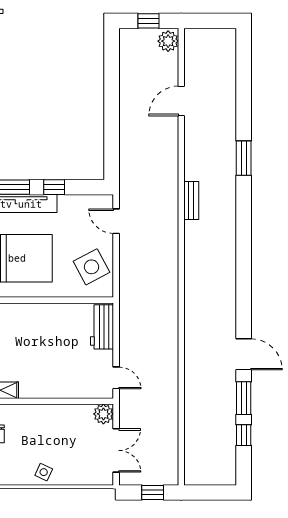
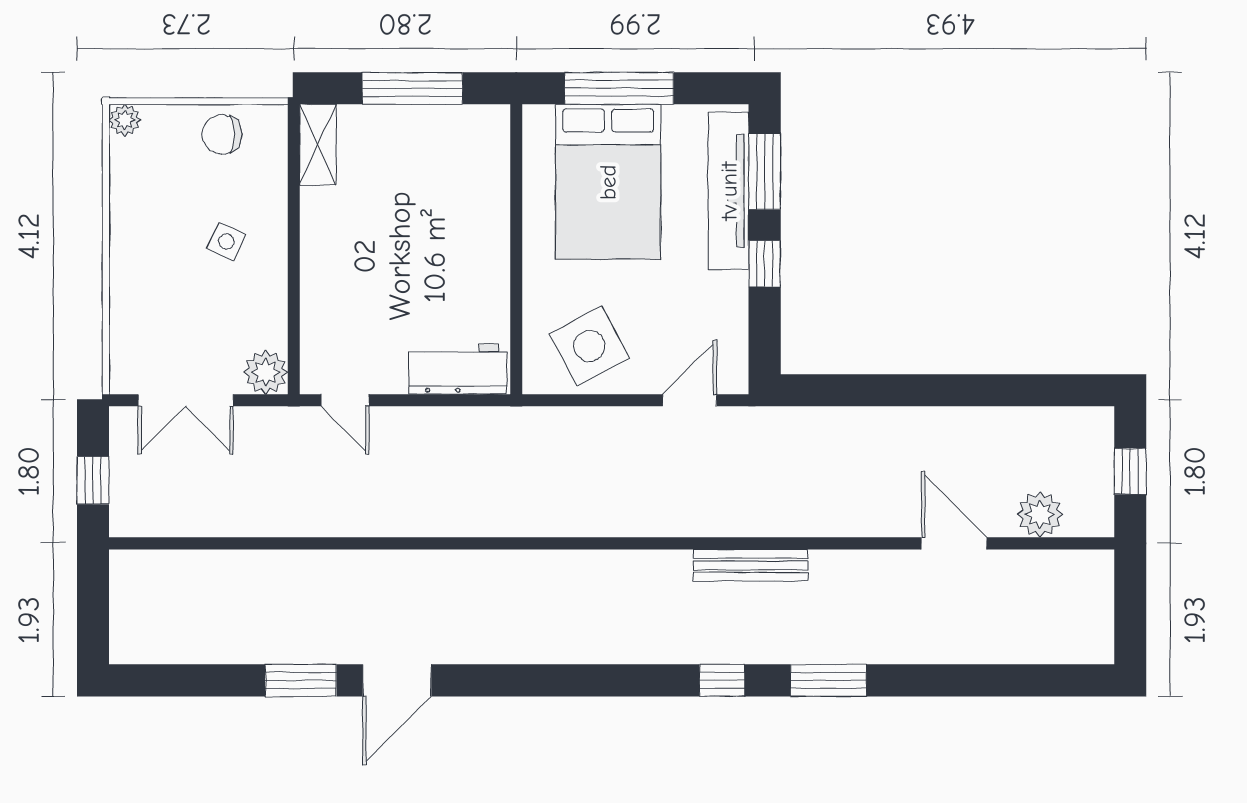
plant: (168, 41) -> (1040, 514), moved
bench: (191, 200) -> (751, 565), width x1.36
door: (116, 378) -> (345, 400), hinge flipped
window: (244, 435) -> (722, 680), moved
side table: (44, 472) -> (226, 241), moved

